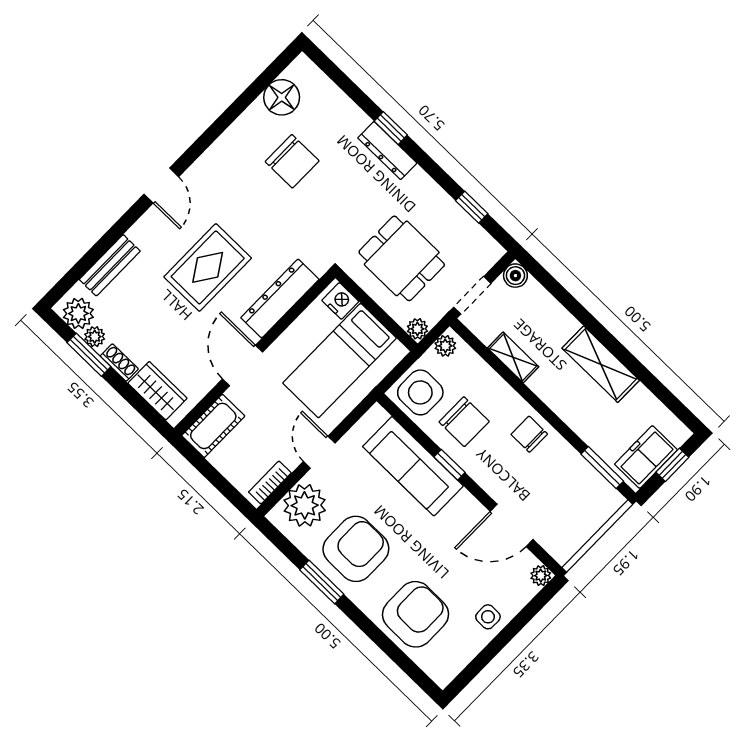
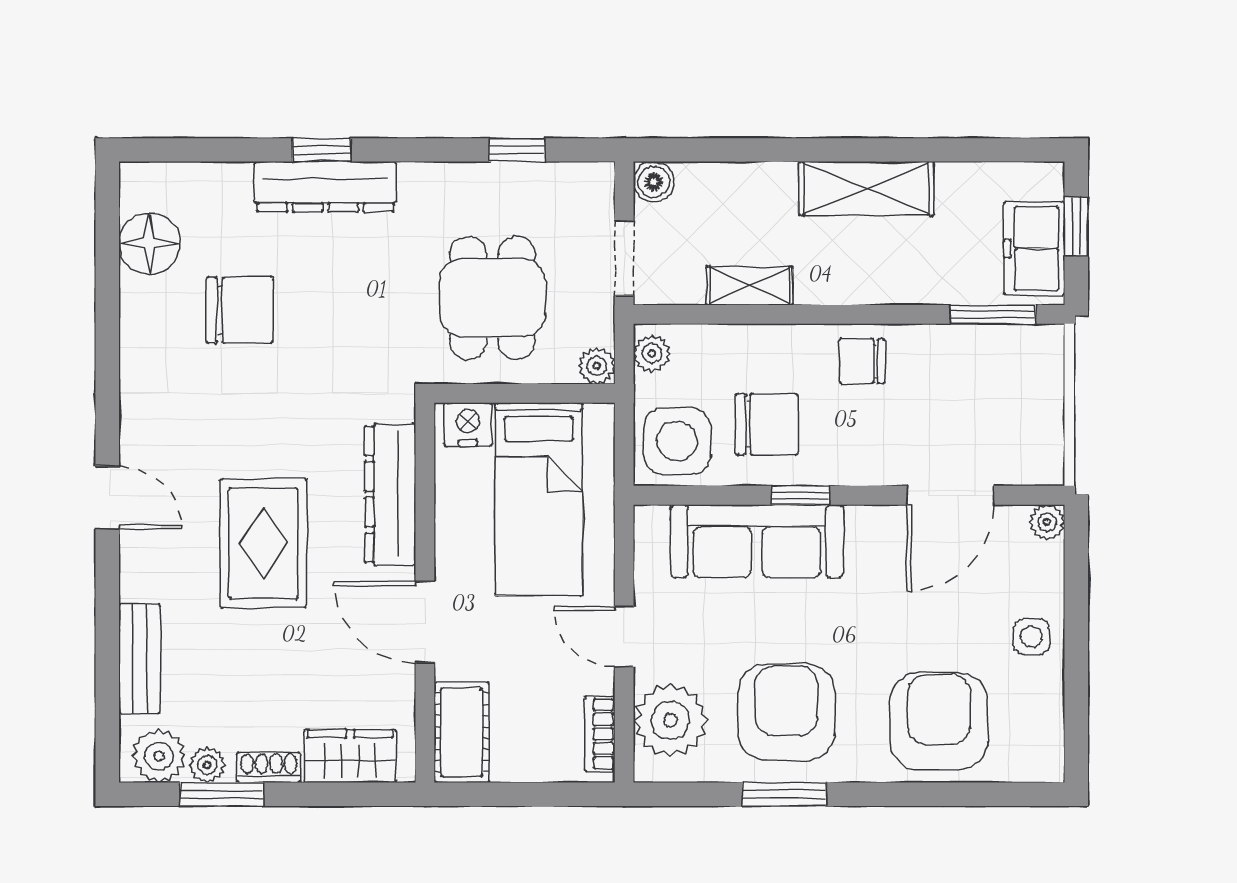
dresser: (387, 151) -> (325, 187), width x1.37, depth x1.24
dining table: (402, 258) -> (492, 298), turned 90

